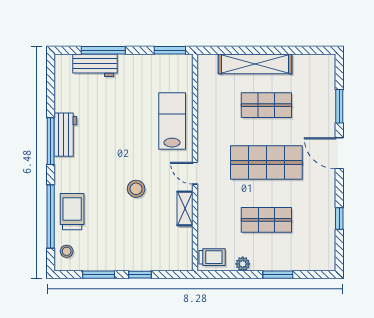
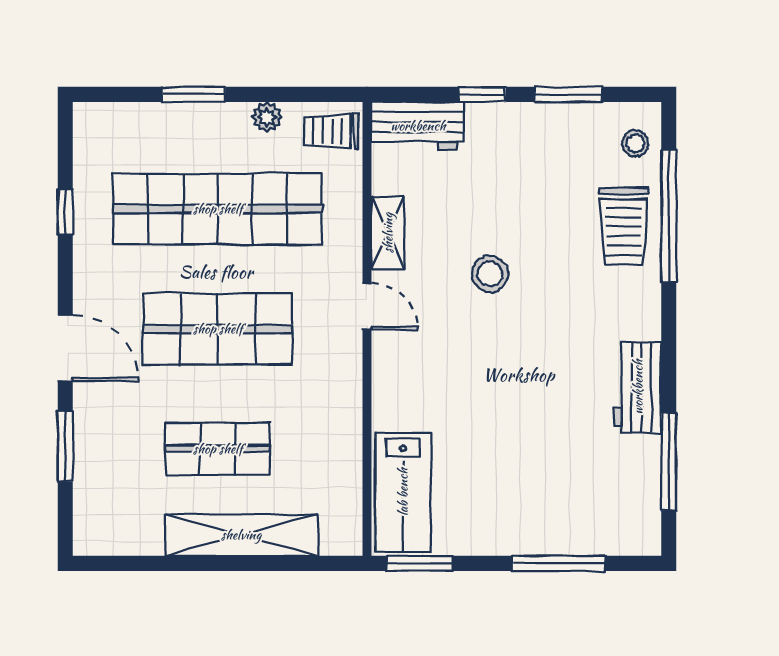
workbench: (95, 65) -> (418, 126), moved, turned 180
lab bench: (172, 121) -> (403, 492), moved
window: (51, 141) -> (669, 462), moved
shop shelf: (266, 220) -> (218, 209), width x2.00, depth x1.36

